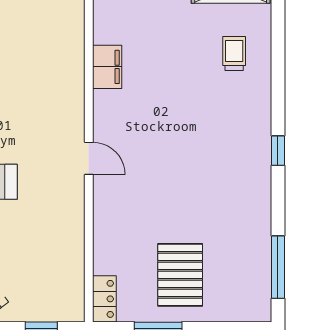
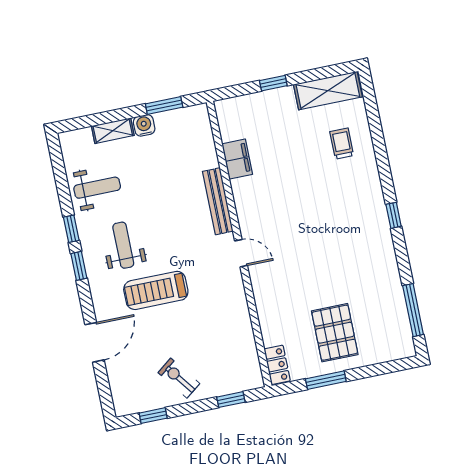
filing cabinet: (107, 67) -> (237, 159), moved
bench: (74, 91) -> (218, 201), added

